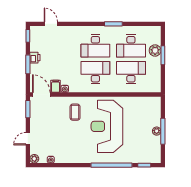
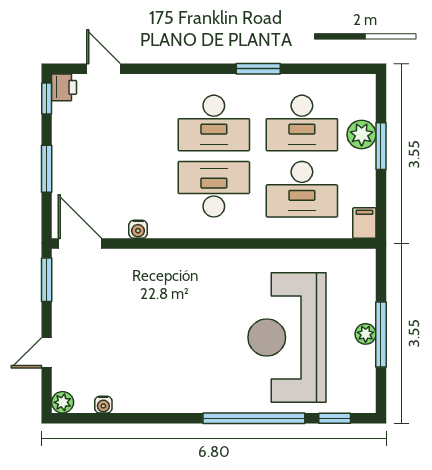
printer: (35, 58) -> (64, 87), moved
desk: (131, 73) -> (302, 189), turned 180
filing cabinet: (56, 86) -> (364, 223), moved
coffee table: (75, 112) -> (163, 287), removed
reception desk: (107, 126) -> (287, 337), moved

